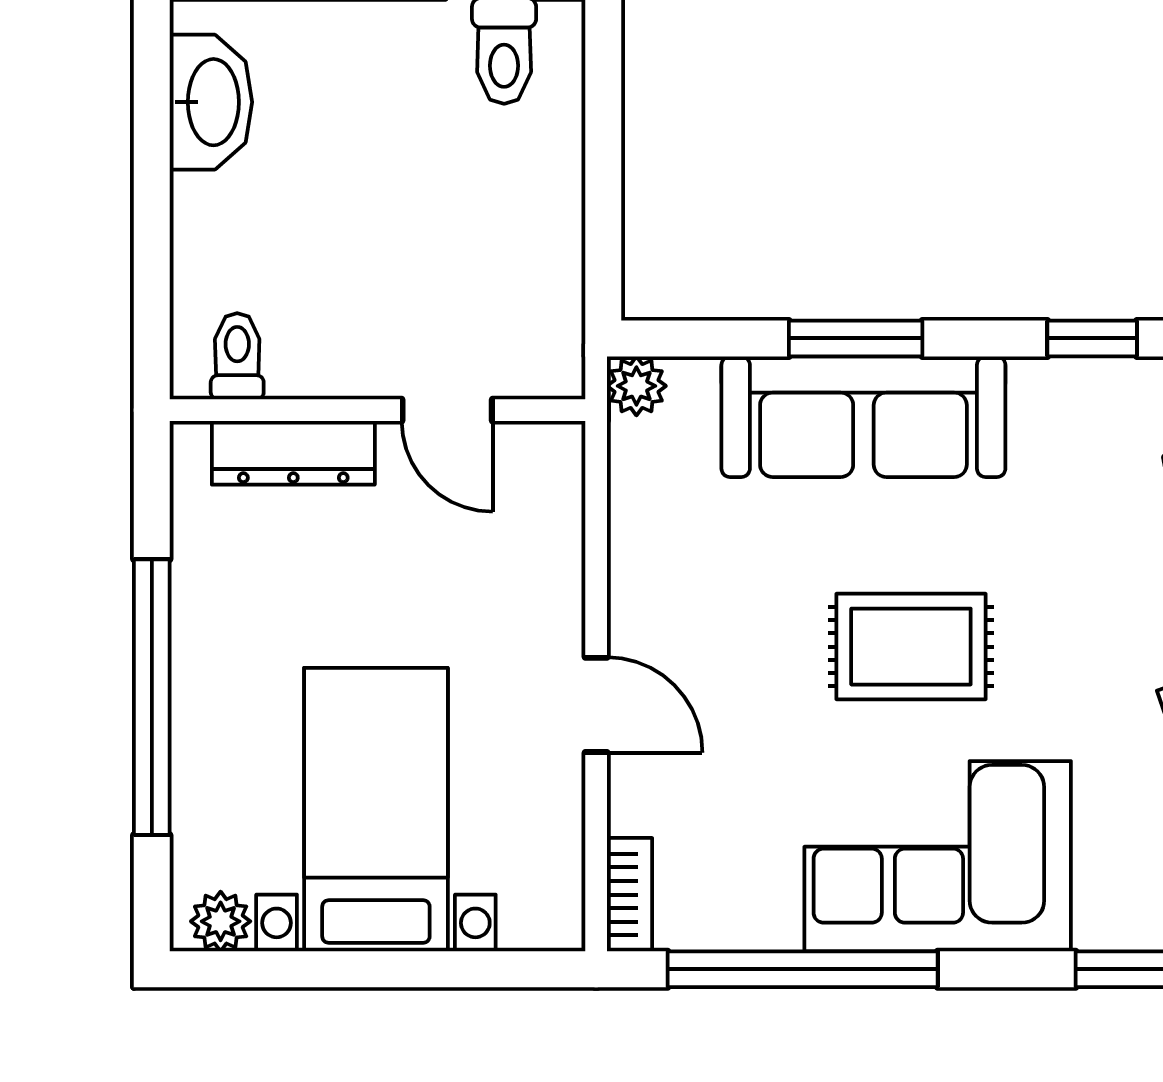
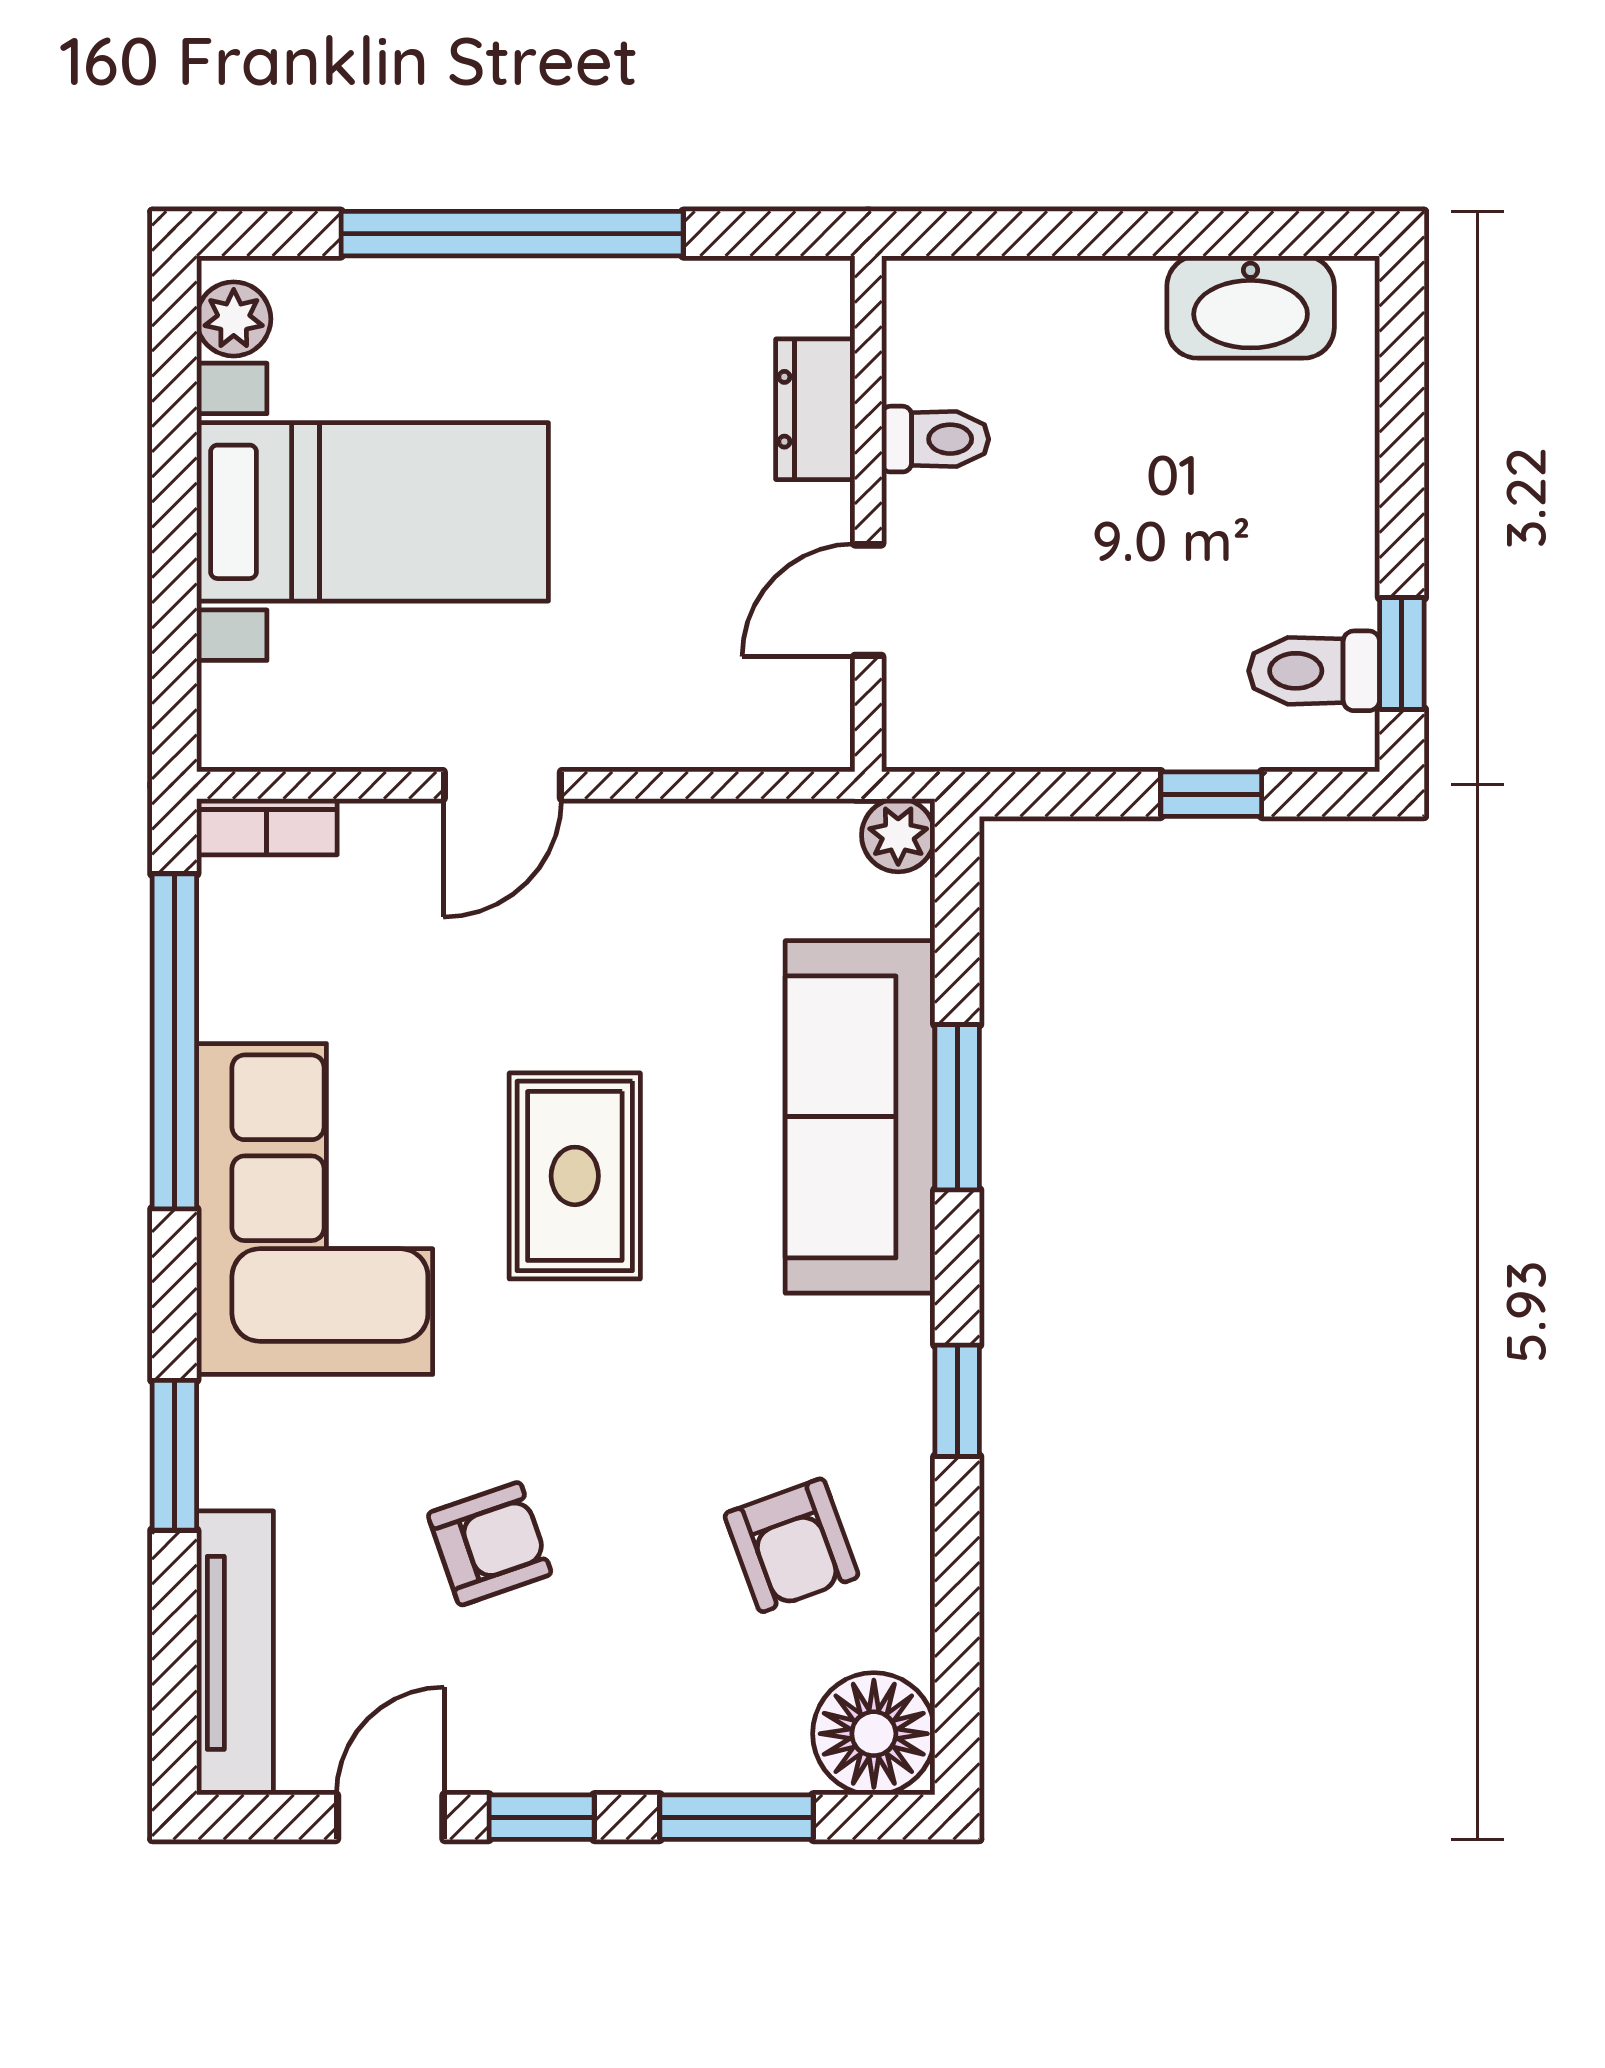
window: (603, 134) -> (1211, 794), added
toilet: (237, 356) -> (935, 439), moved
dresser: (293, 453) -> (815, 409), width x0.70

